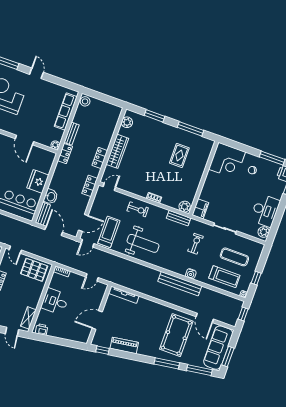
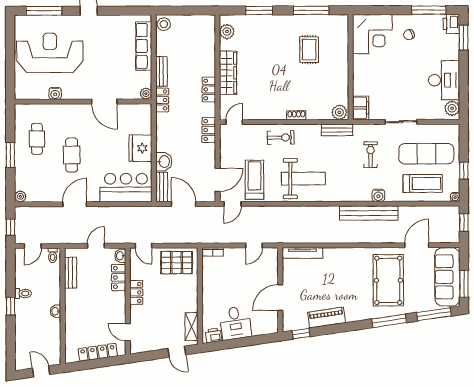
exercise mat: (234, 257) -> (426, 154), width x1.36, depth x1.45
desk: (55, 301) -> (235, 323), moved, turned -98
door: (205, 318) -> (417, 245), swing flipped

